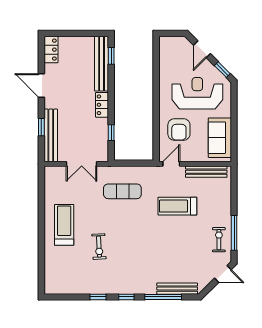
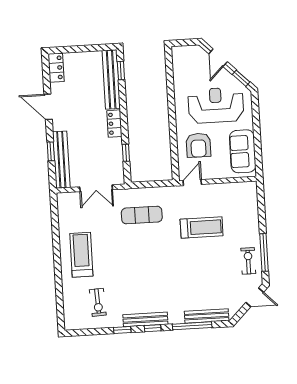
bench: (206, 172) -> (145, 319), moved
treadmill: (177, 206) -> (202, 227), turned 180
exercise bike: (99, 247) -> (98, 302), moved

